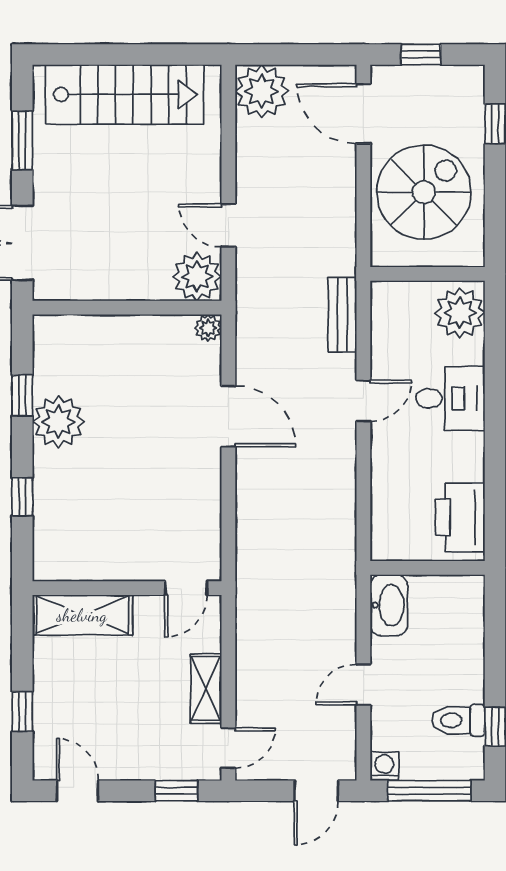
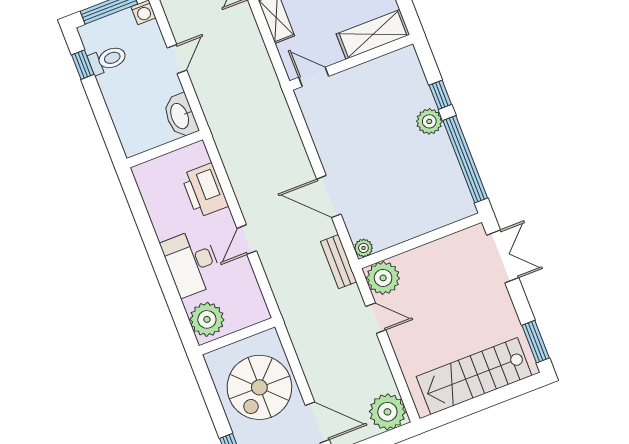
window: (22, 140) -> (536, 342), moved
bench: (342, 315) -> (339, 262), moved
window: (22, 396) -> (465, 159), width x3.17
desk: (450, 398) -> (192, 263), width x1.37
plant: (58, 422) -> (429, 121), moved, width x0.73, depth x0.73
printer: (460, 518) -> (205, 190), moved, turned 180
door: (186, 588) -> (314, 77), hinge flipped

